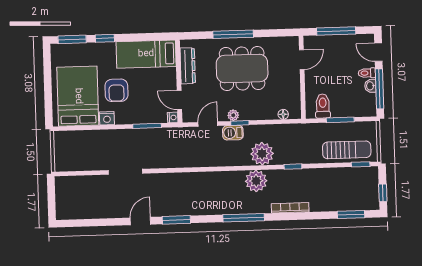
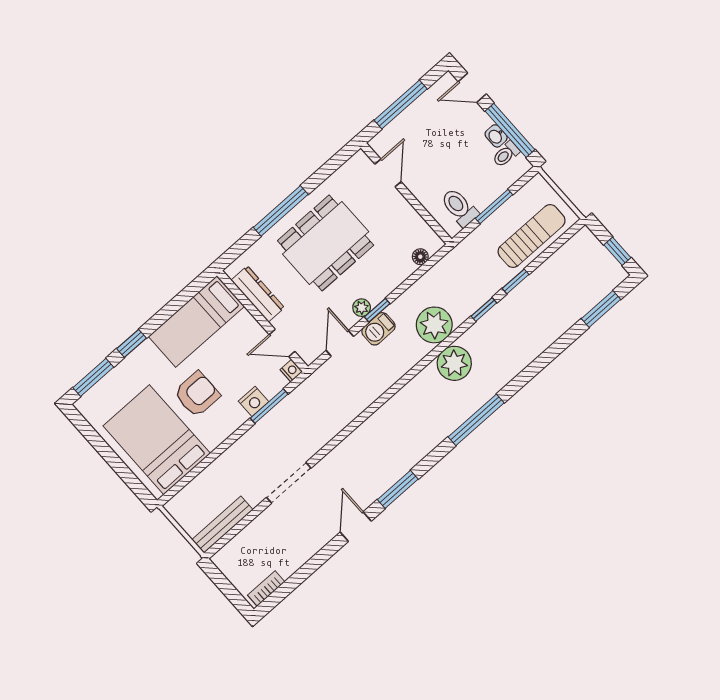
toilet: (367, 73) -> (506, 154), moved
armchair: (116, 90) -> (197, 394), turned -90
nightstand: (107, 118) -> (253, 401), moved
window: (361, 164) -> (516, 281), moved
bench: (75, 165) -> (222, 525), added
bookcase: (290, 208) -> (266, 588), moved, width x0.64

